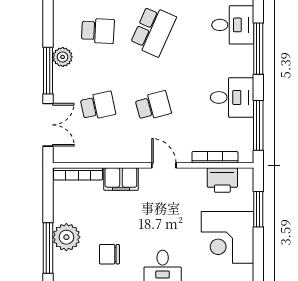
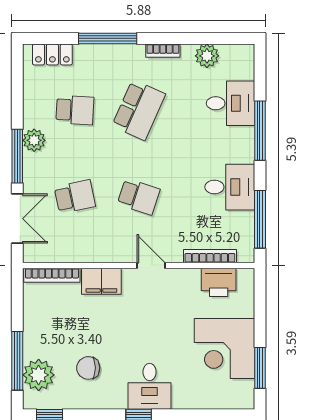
school desk: (153, 106) -> (139, 197), turned 33
window: (258, 209) -> (260, 368), moved
plant: (66, 237) -> (39, 375), moved

